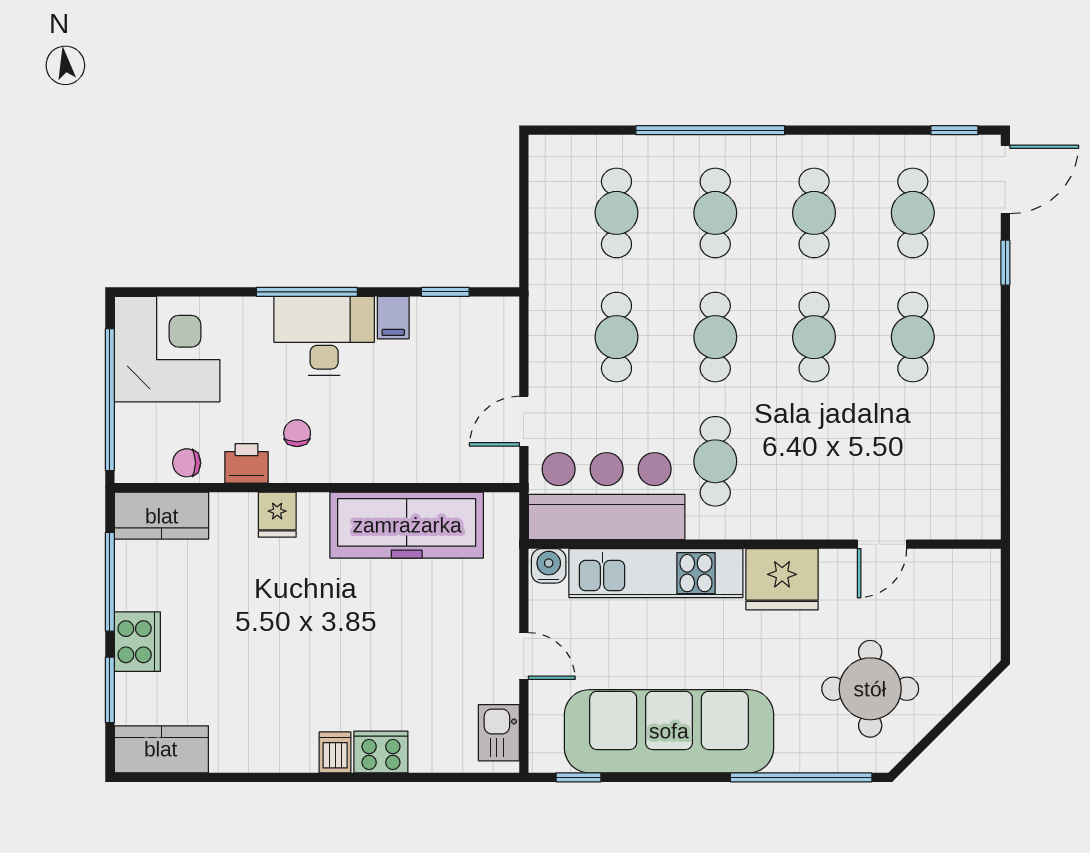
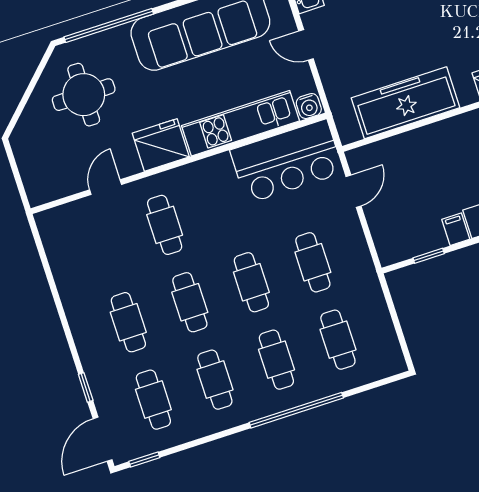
cafe table: (715, 461) -> (165, 225), moved

